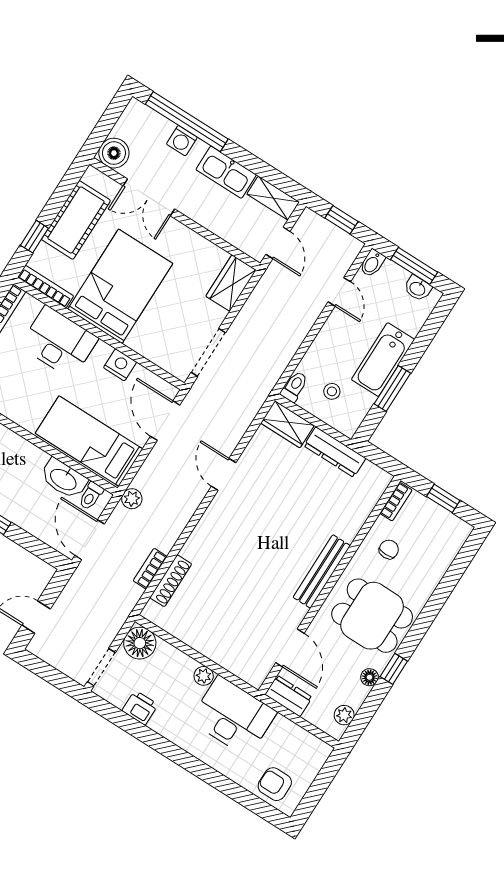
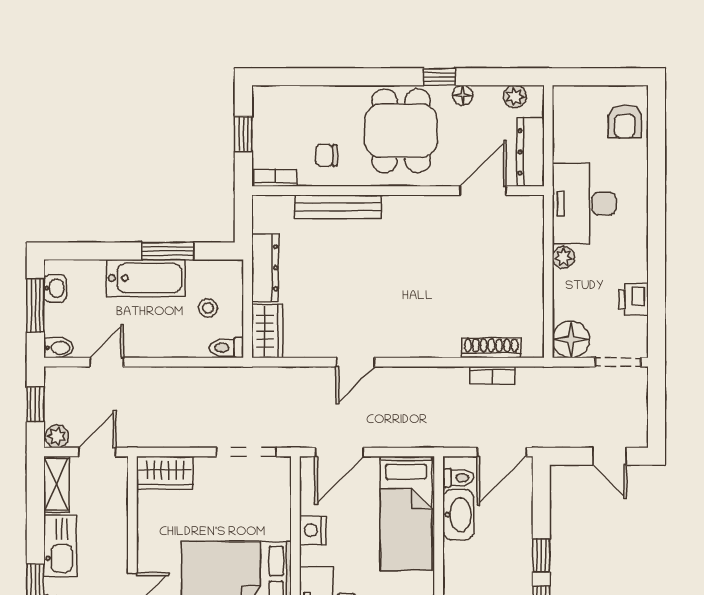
plant: (132, 499) -> (57, 436), moved
bench: (322, 571) -> (338, 207), moved
dresser: (289, 696) -> (531, 152), width x1.44

